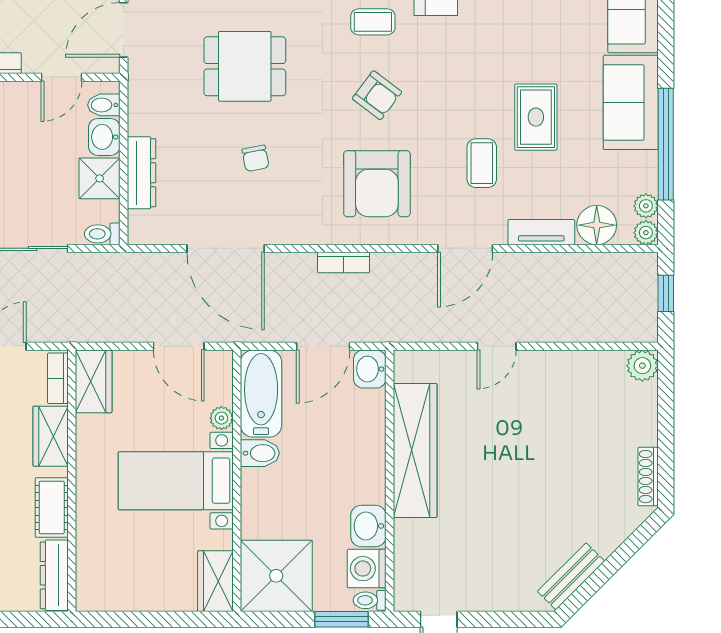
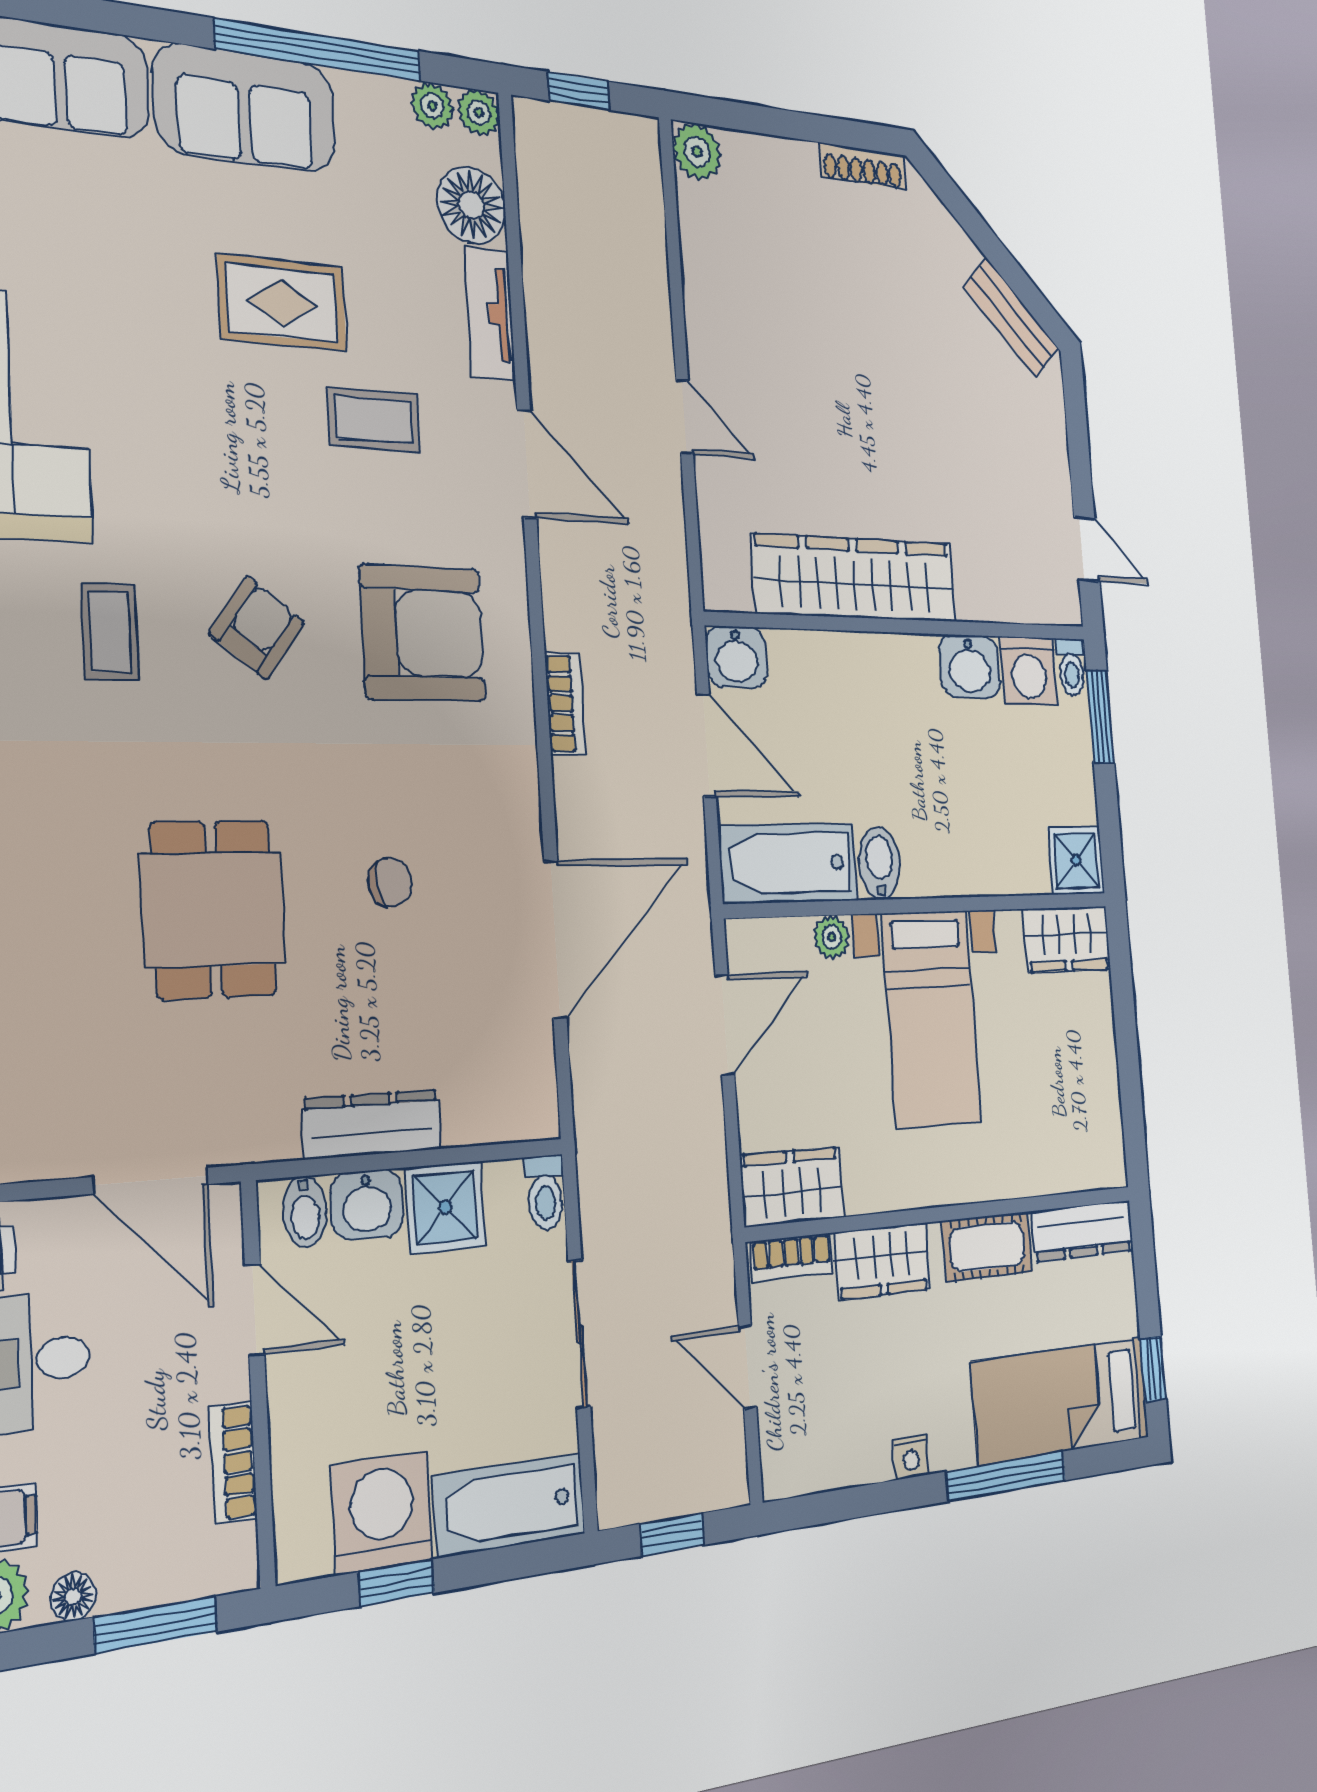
dresser: (141, 173) -> (372, 1124), moved
shower: (276, 576) -> (1076, 860), width x0.54, depth x0.54

